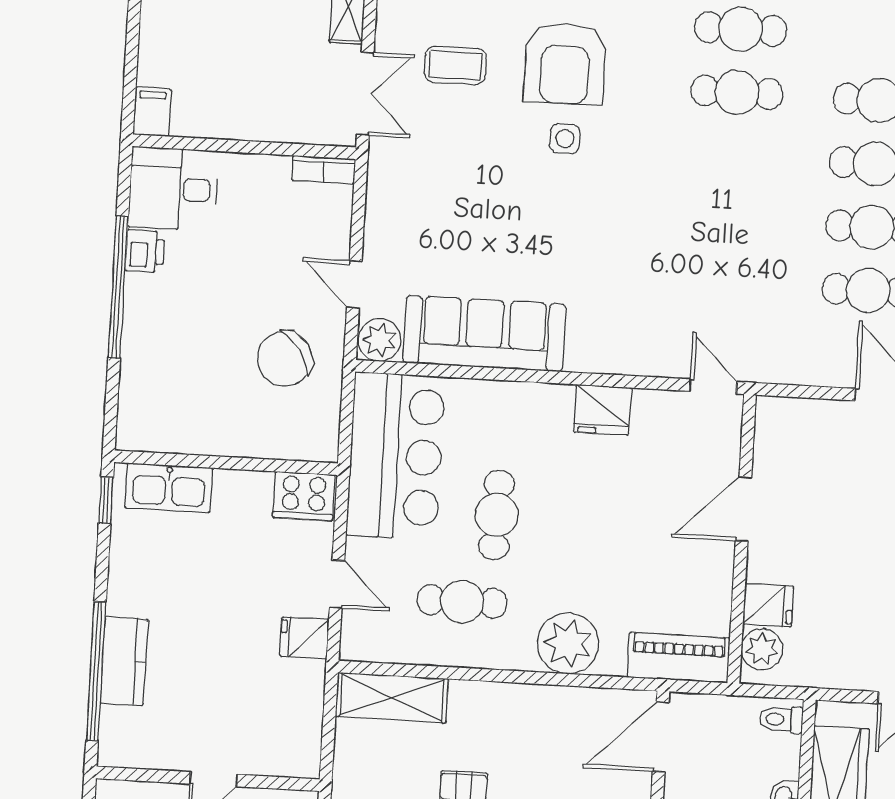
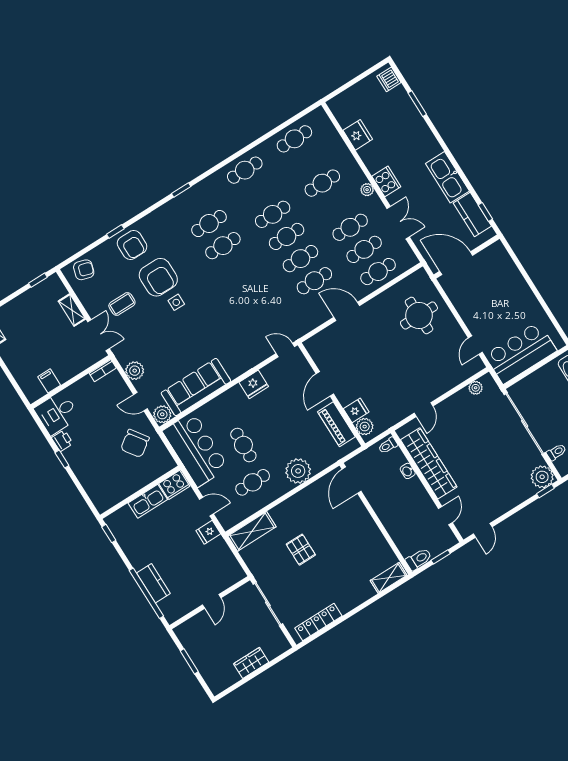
filing cabinet: (152, 112) -> (49, 381), moved
plant: (386, 215) -> (135, 371), added
window: (118, 287) -> (62, 459), width x0.32
kitchen sink: (169, 488) -> (148, 501), moved
piano: (679, 658) -> (336, 424), moved, turned -90

